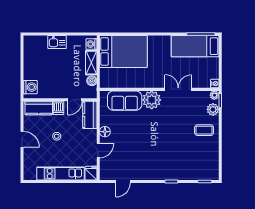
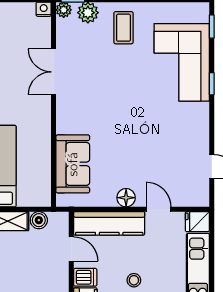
plant: (152, 100) -> (72, 118), removed
kitchen counter: (90, 115) -> (109, 223), width x1.50
corner sofa: (184, 164) -> (182, 62), added

